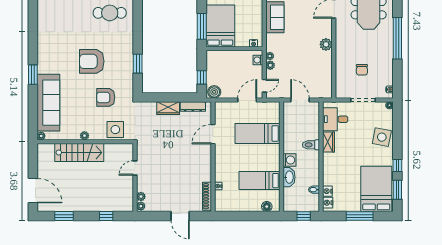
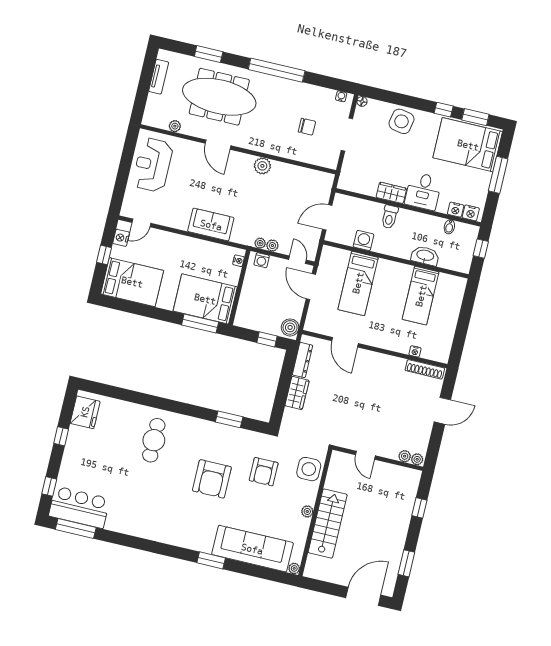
desk: (335, 119) -> (423, 191), moved
washing machine: (289, 160) -> (364, 240), moved
floor lamp: (267, 207) -> (457, 294), removed

